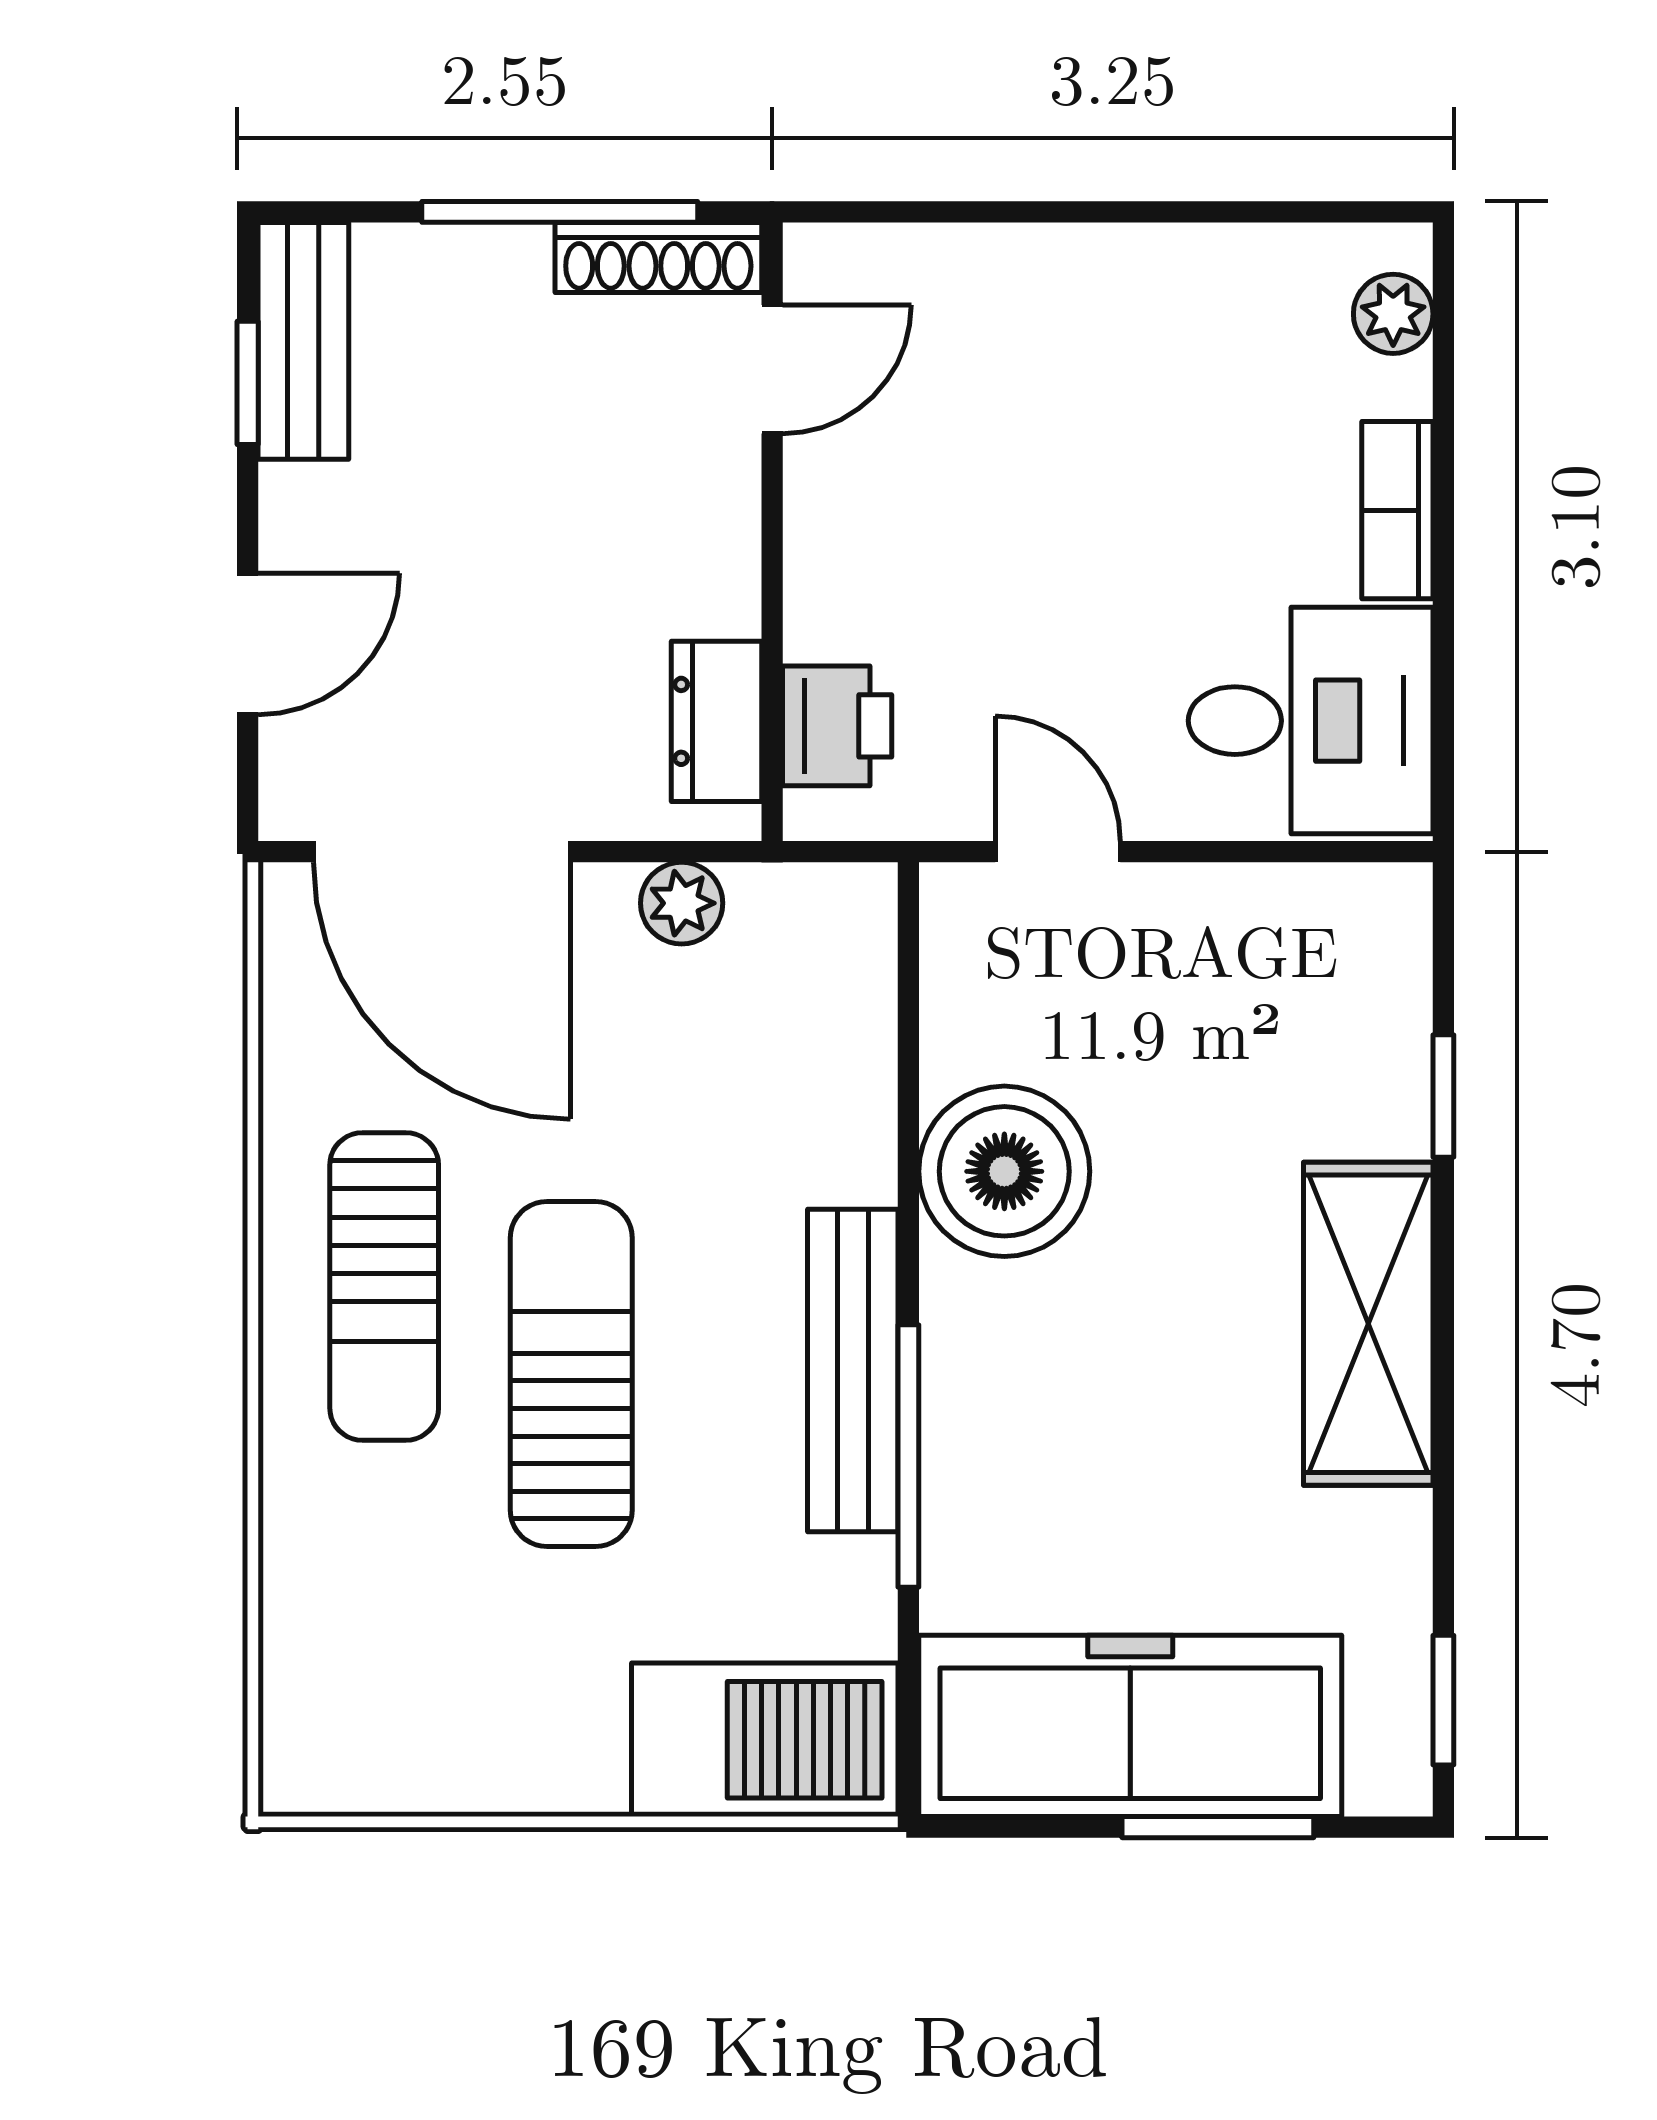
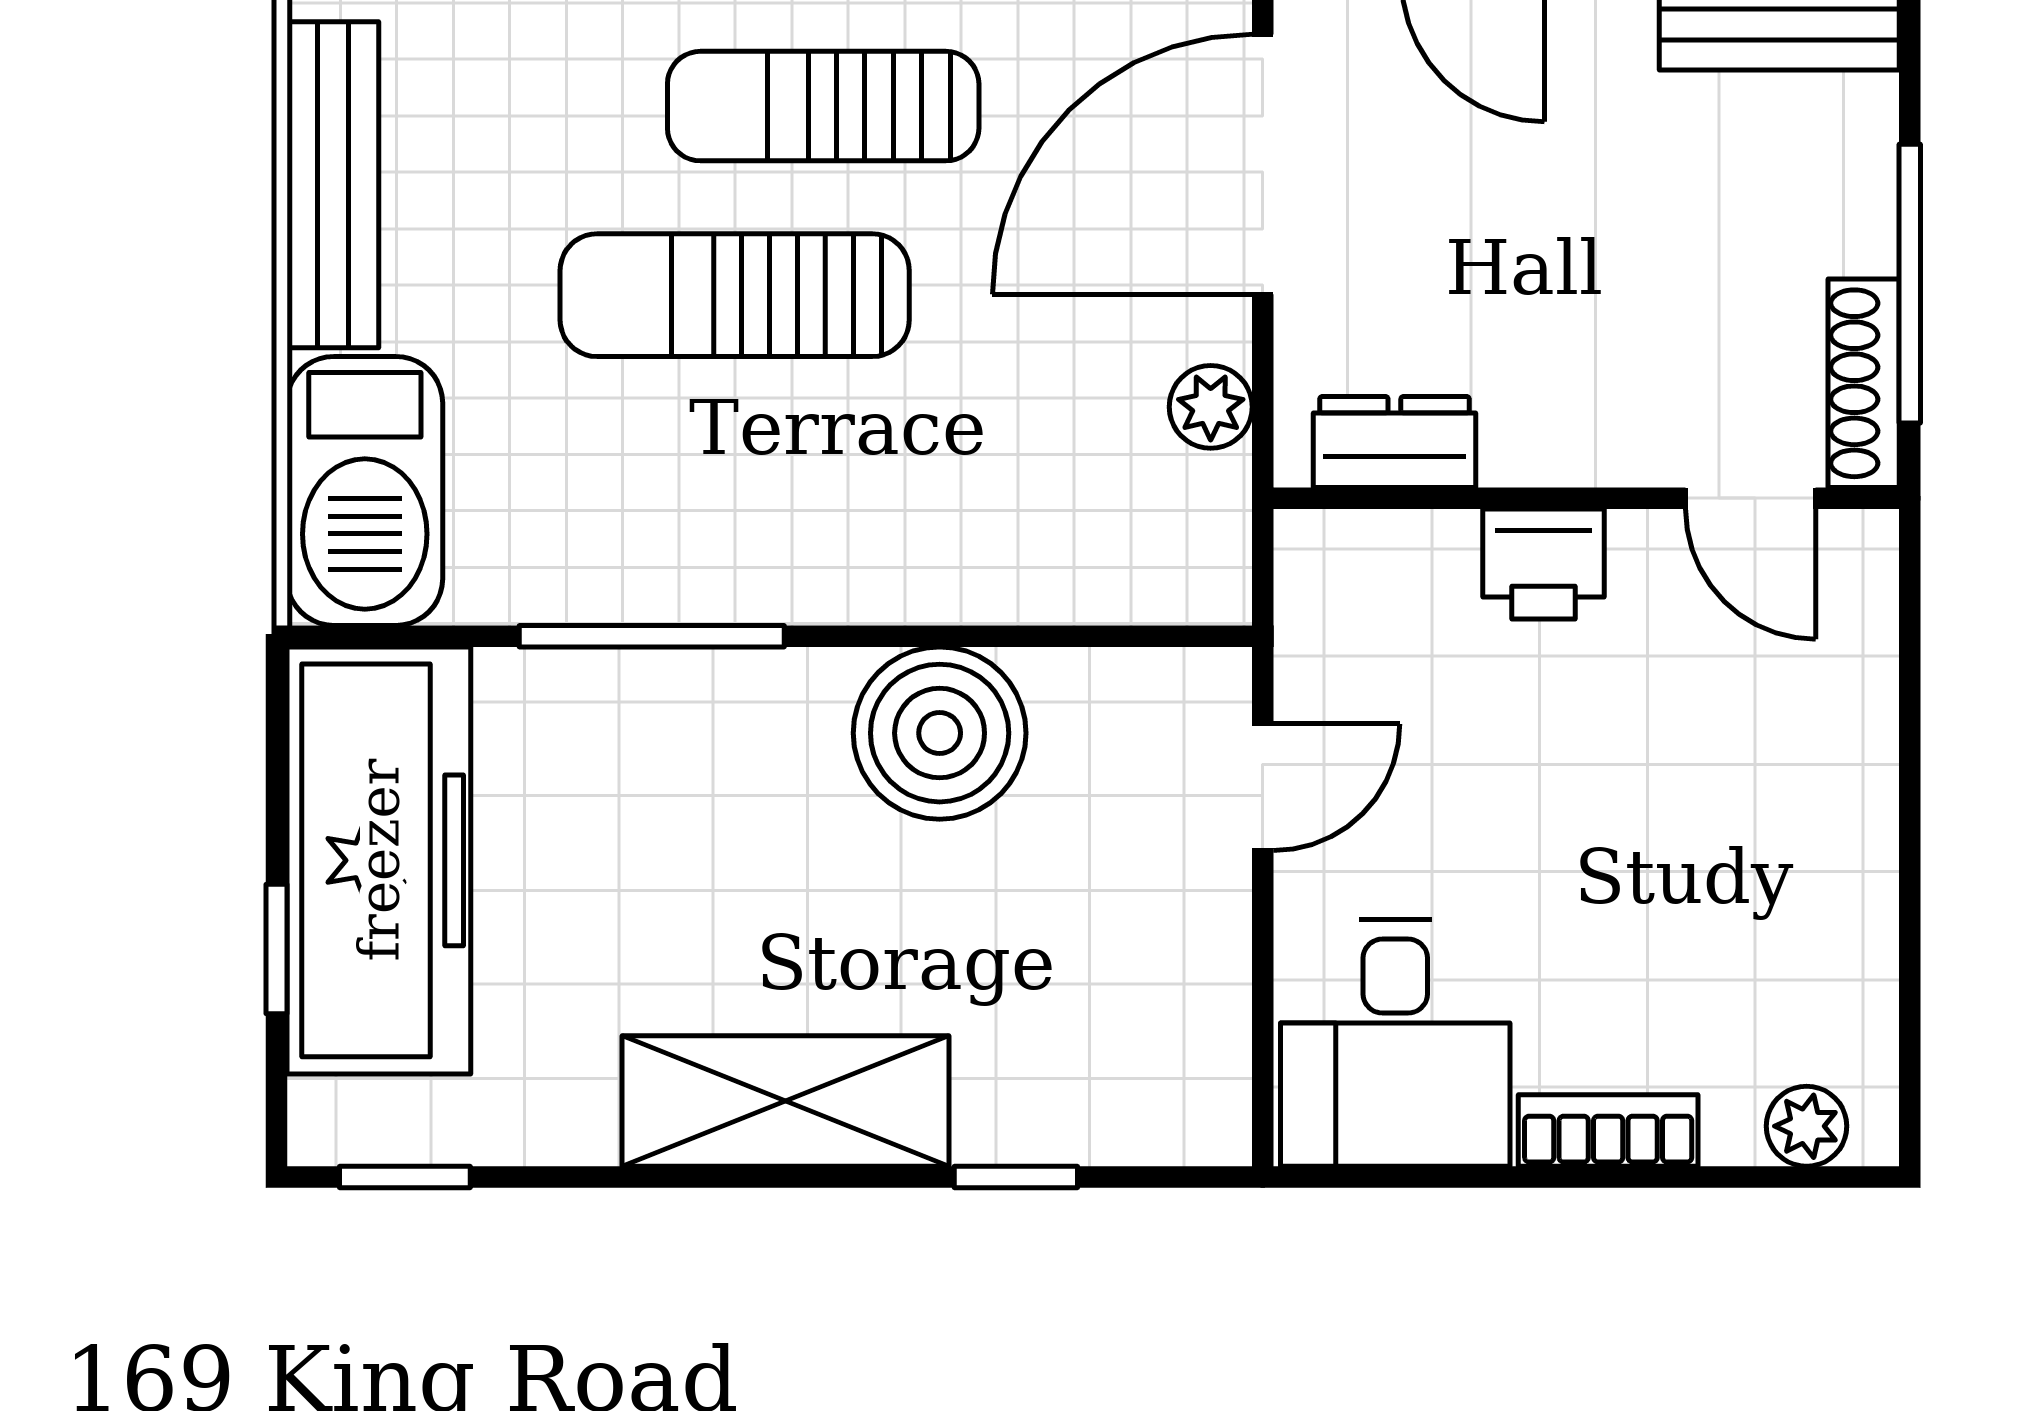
printer: (837, 726) -> (1544, 564), moved
bench: (853, 1371) -> (333, 185), moved, turned 90
sun lounger: (571, 1374) -> (735, 295), turned 180
window: (1218, 1827) -> (277, 949), width x0.67

